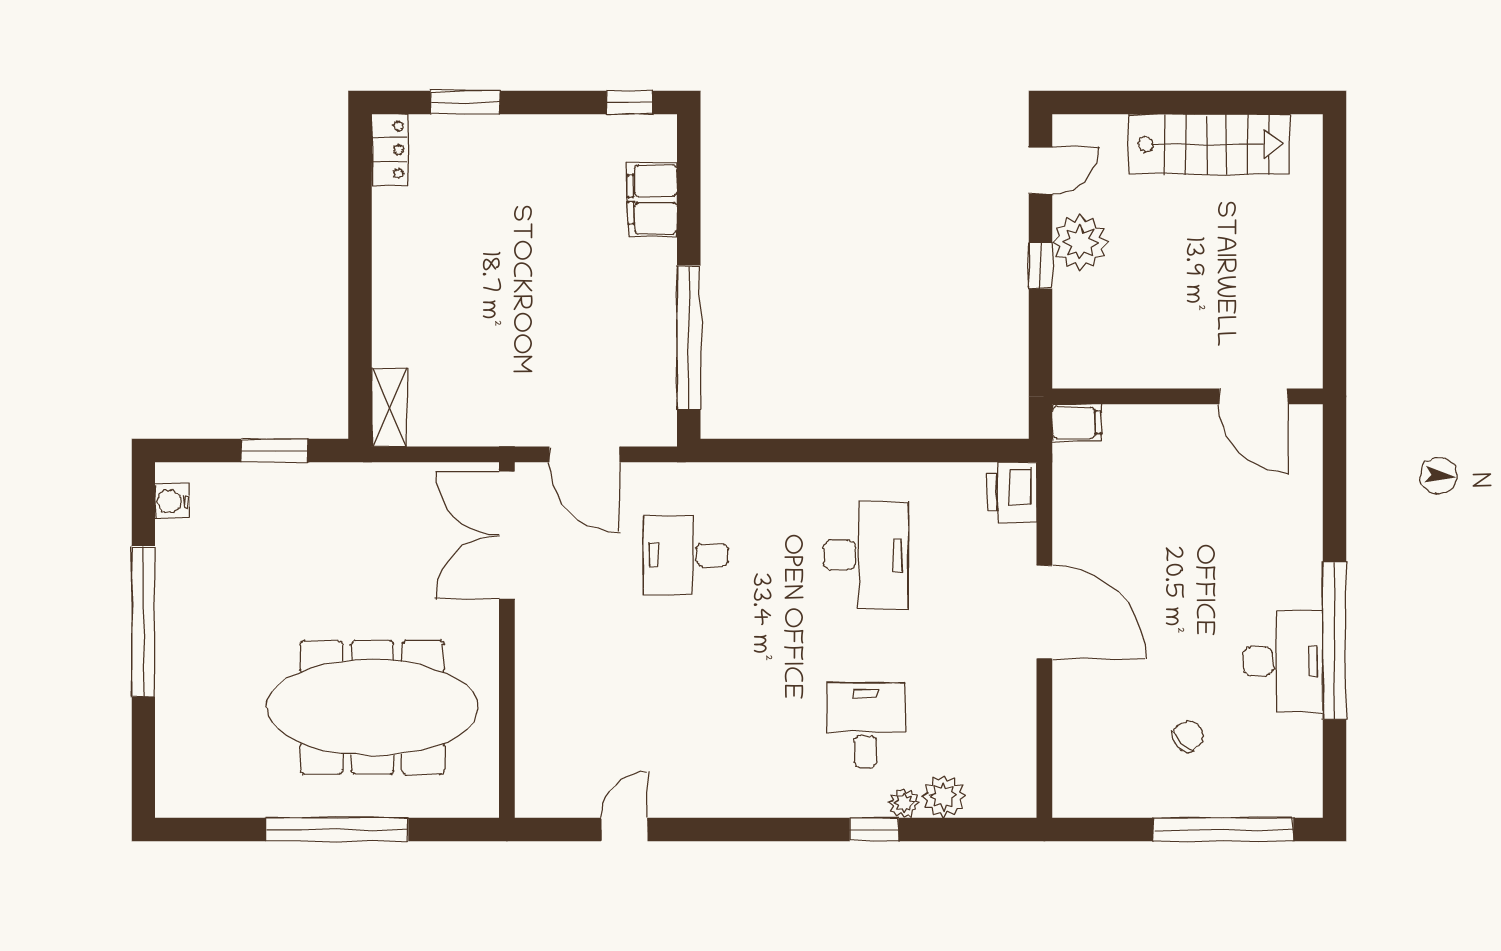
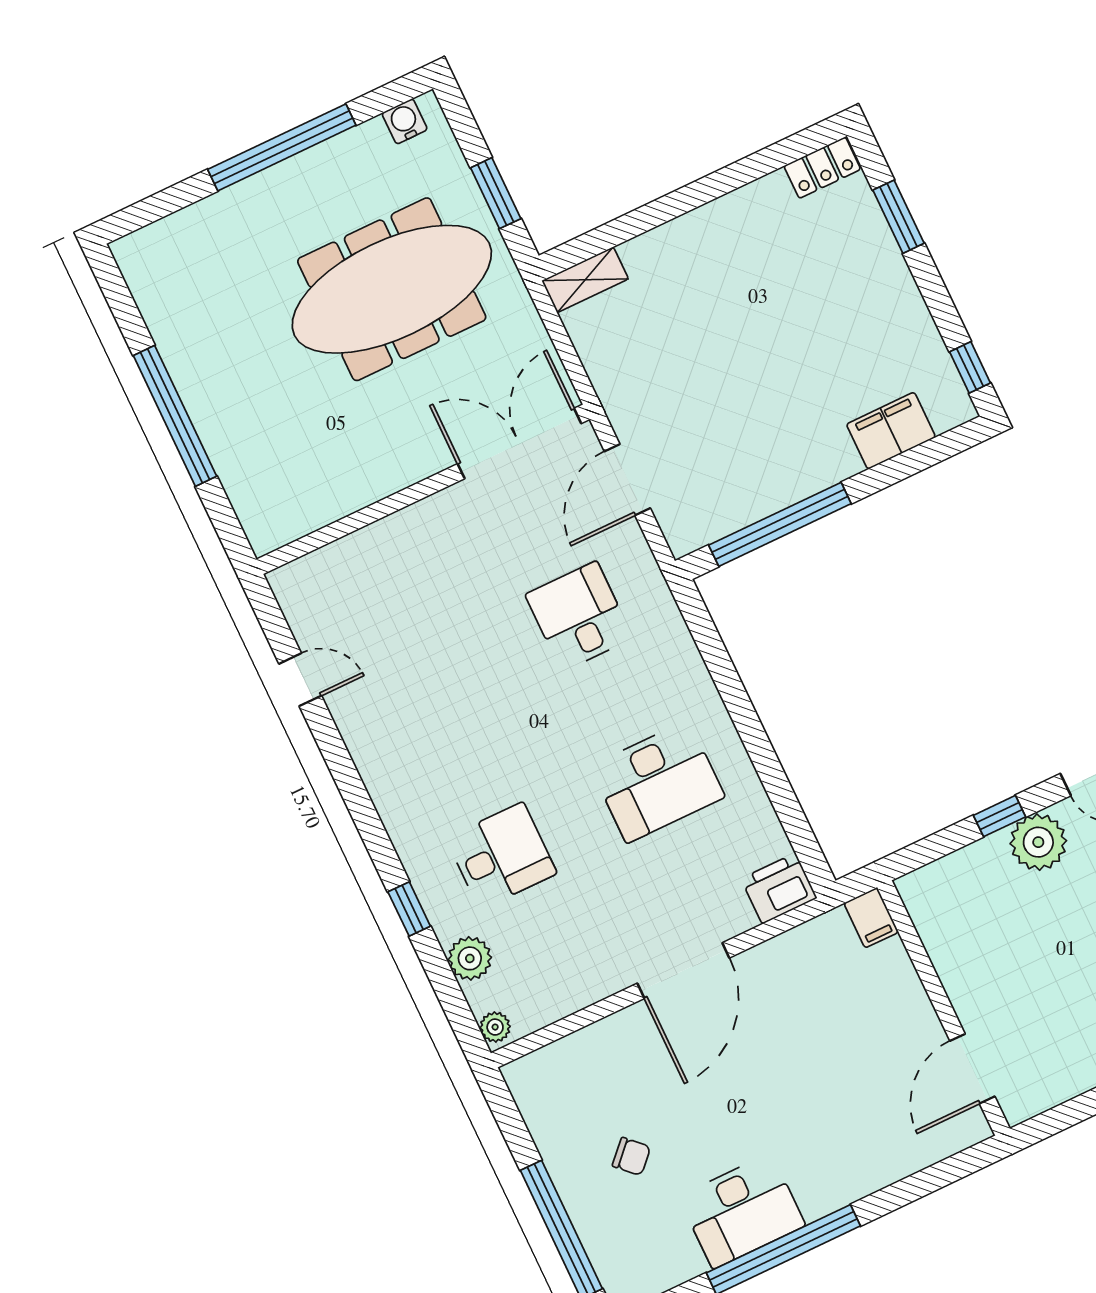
meeting table: (372, 708) -> (392, 289), moved, turned 90
plant: (904, 803) -> (495, 1027), moved

